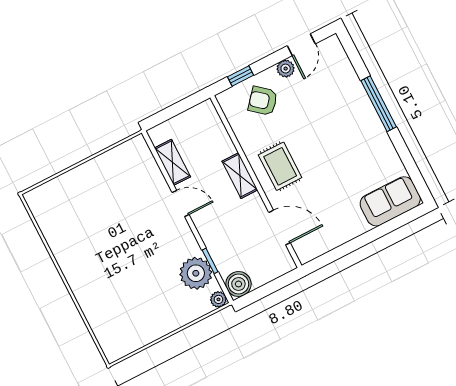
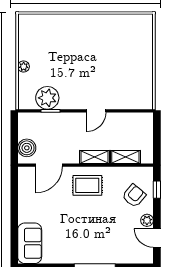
shelving: (172, 162) -> (125, 157), moved
boiler: (238, 284) -> (27, 148), moved
plant: (218, 299) -> (24, 67), moved

